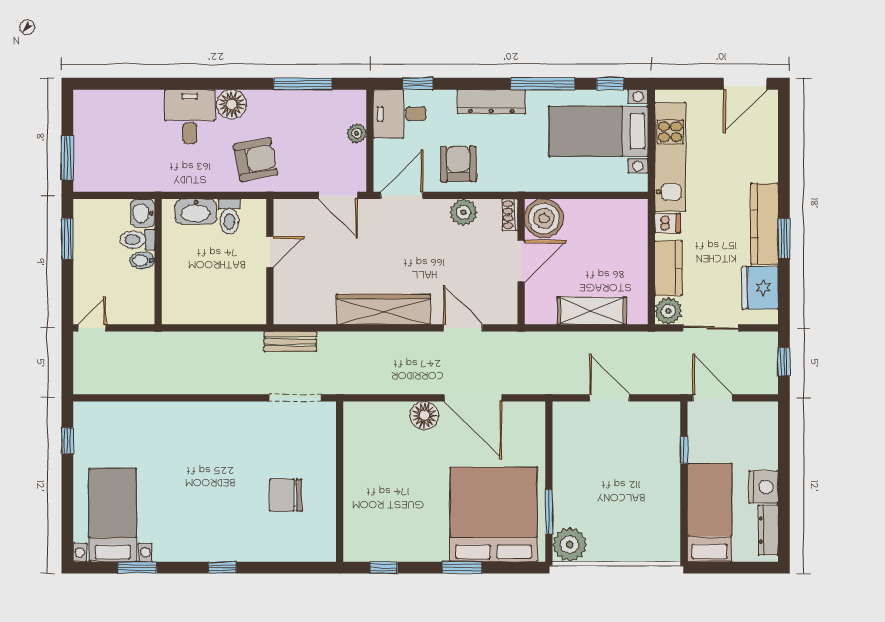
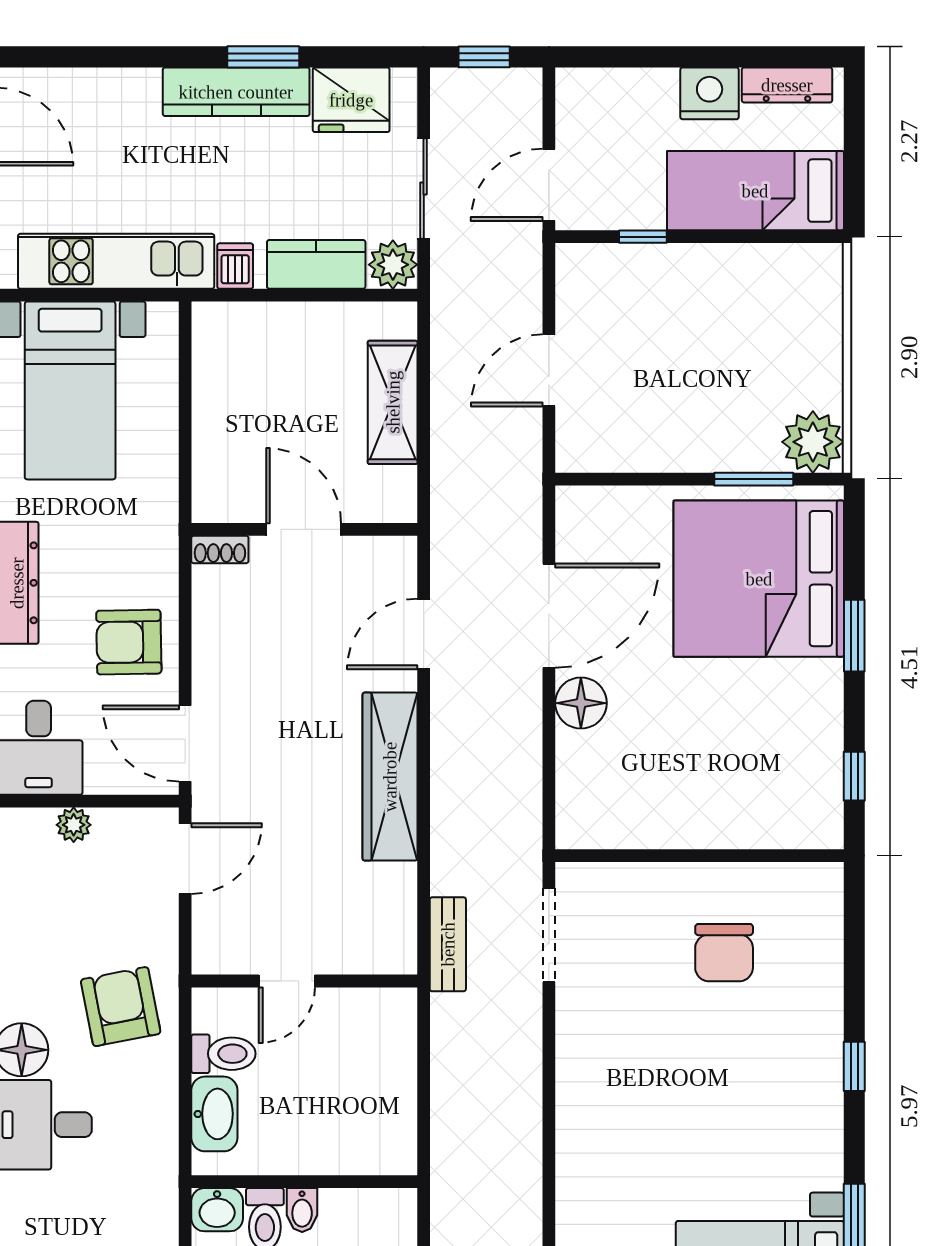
plant: (463, 212) -> (216, 633), removed
boiler: (544, 218) -> (226, 488), removed
door: (270, 252) -> (287, 981), swing flipped

